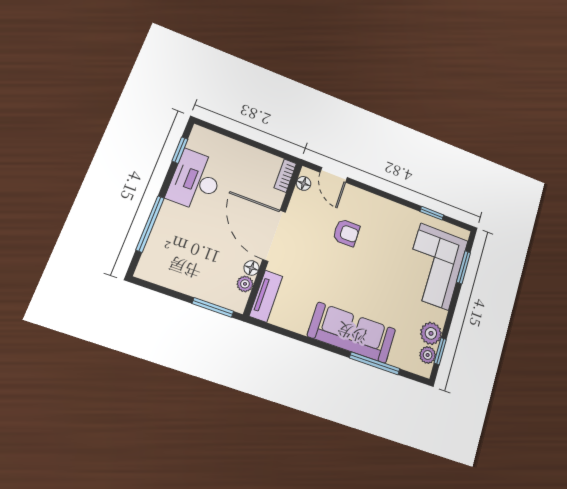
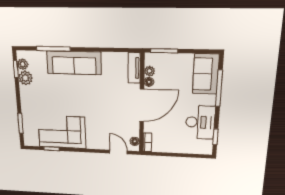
armchair: (346, 233) -> (99, 121), removed
door: (274, 236) -> (142, 105), hinge flipped
sofa: (163, 252) -> (206, 74), added
corner sofa: (435, 266) -> (62, 132), moved, turned -90

